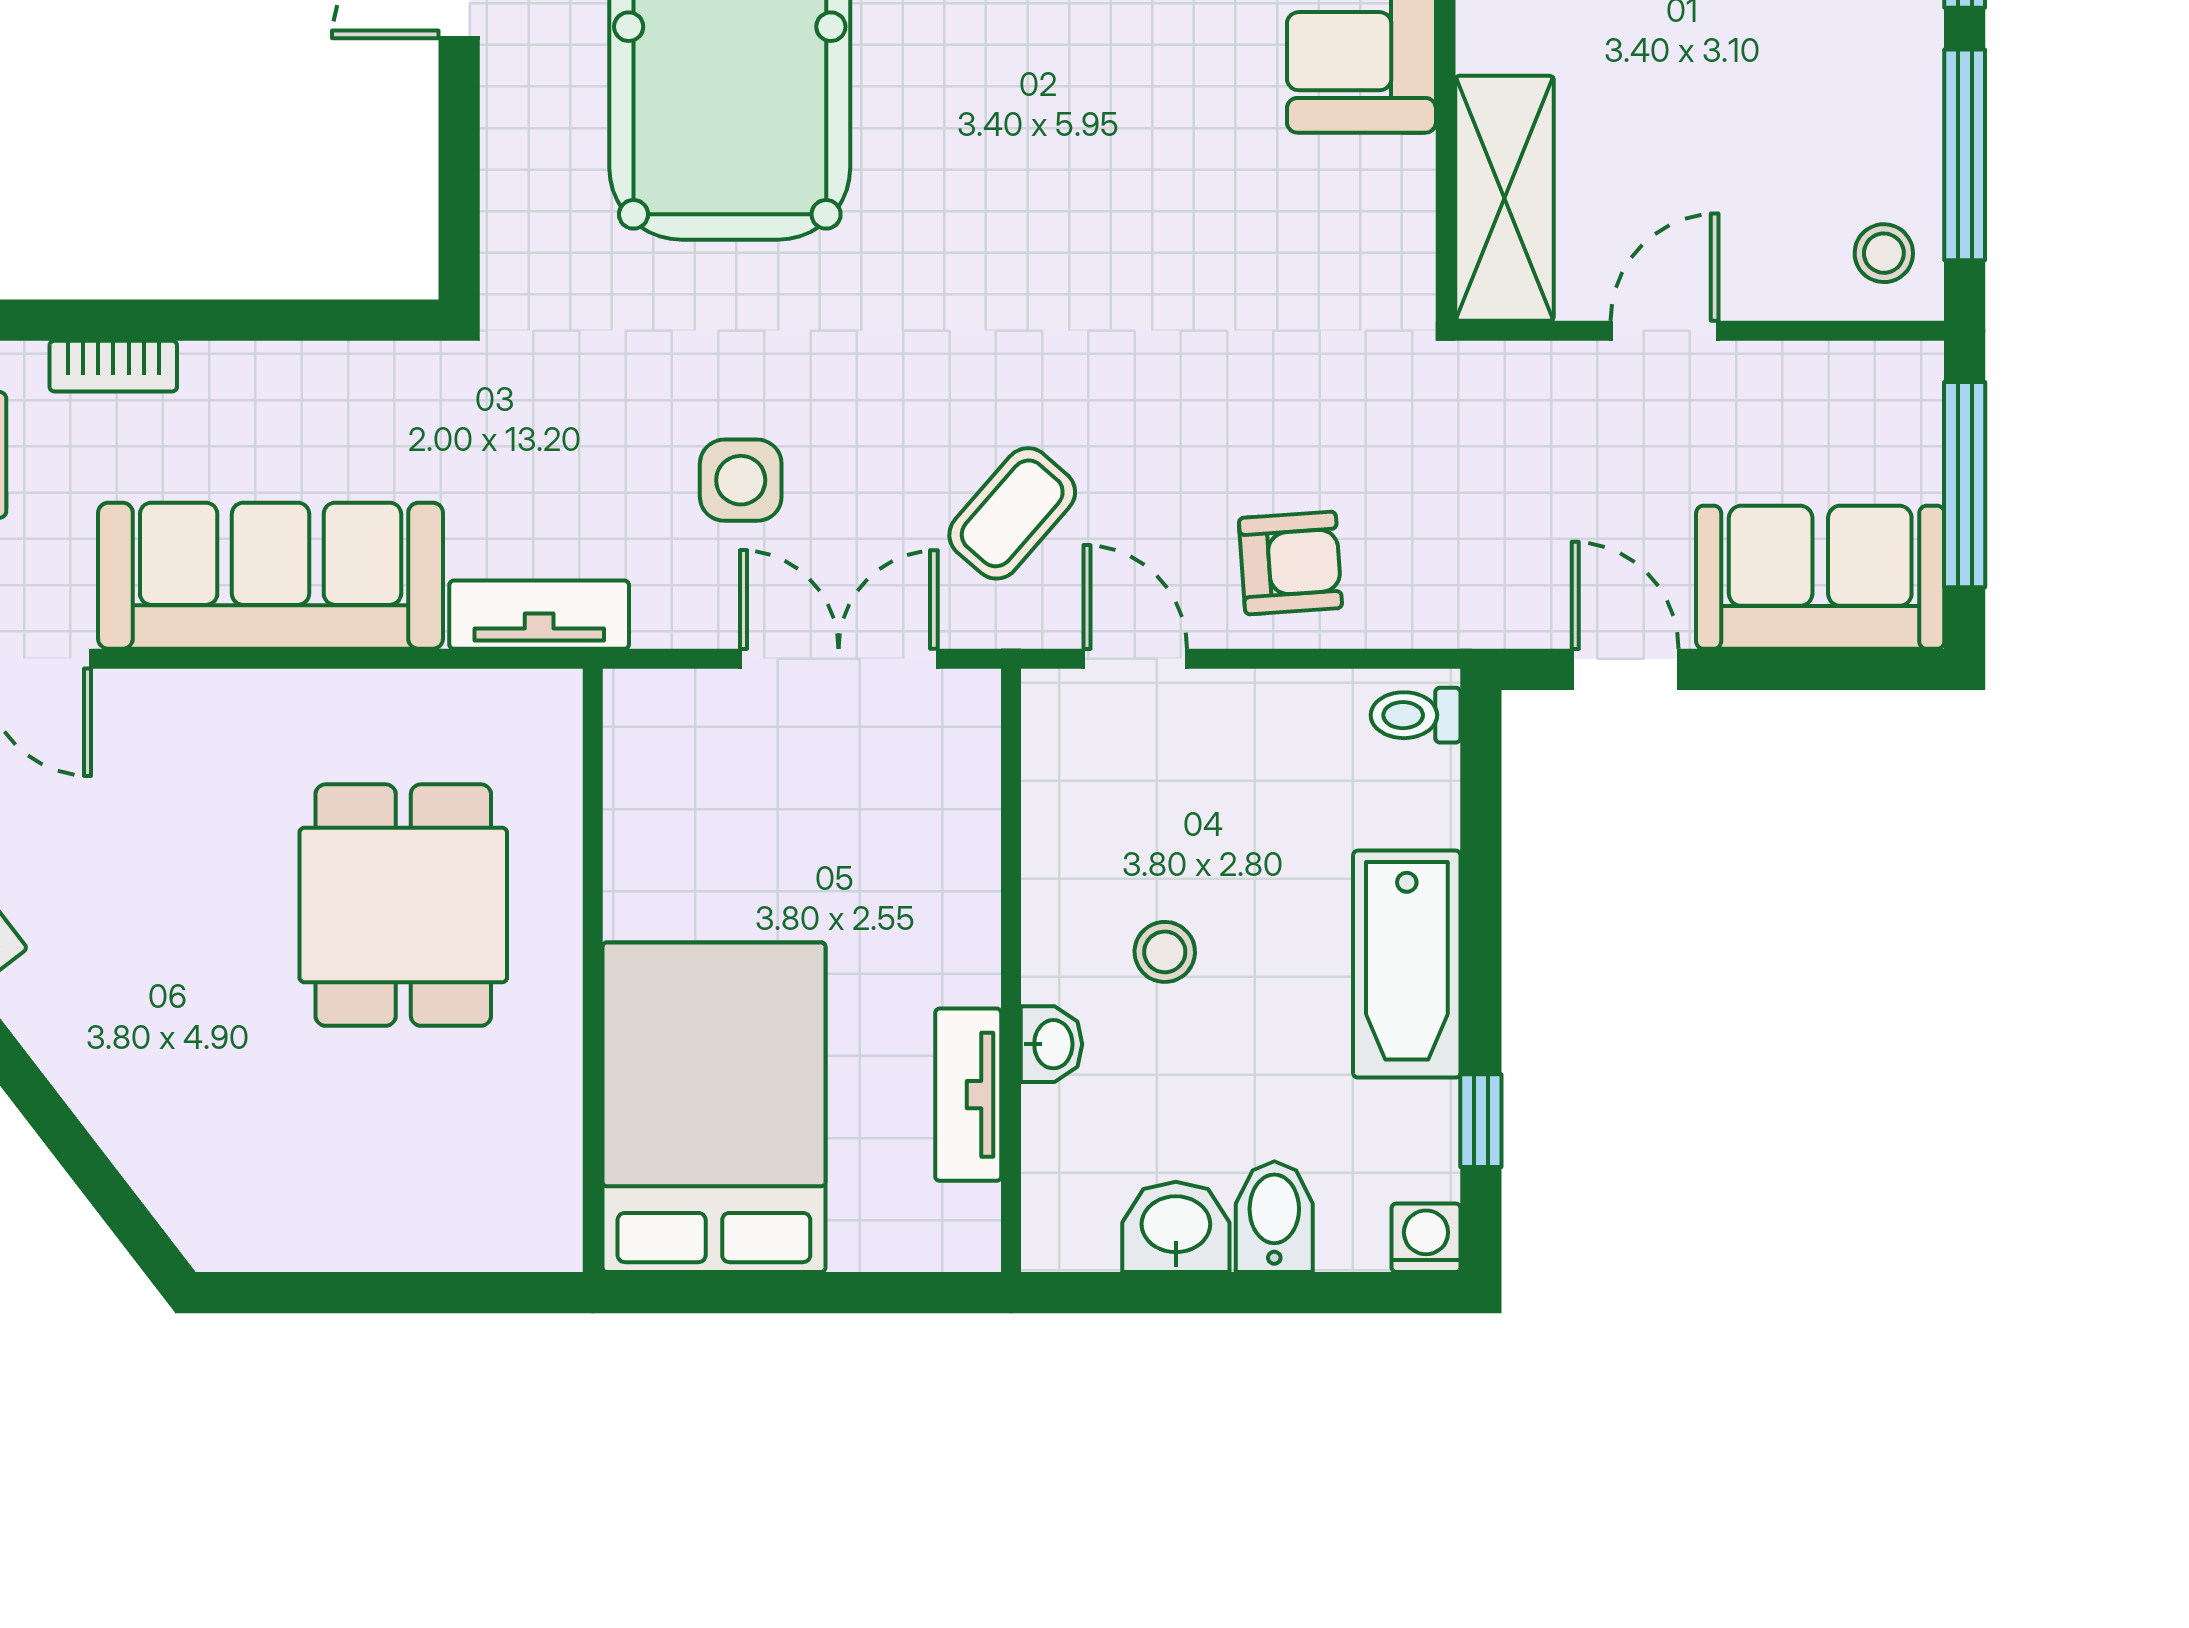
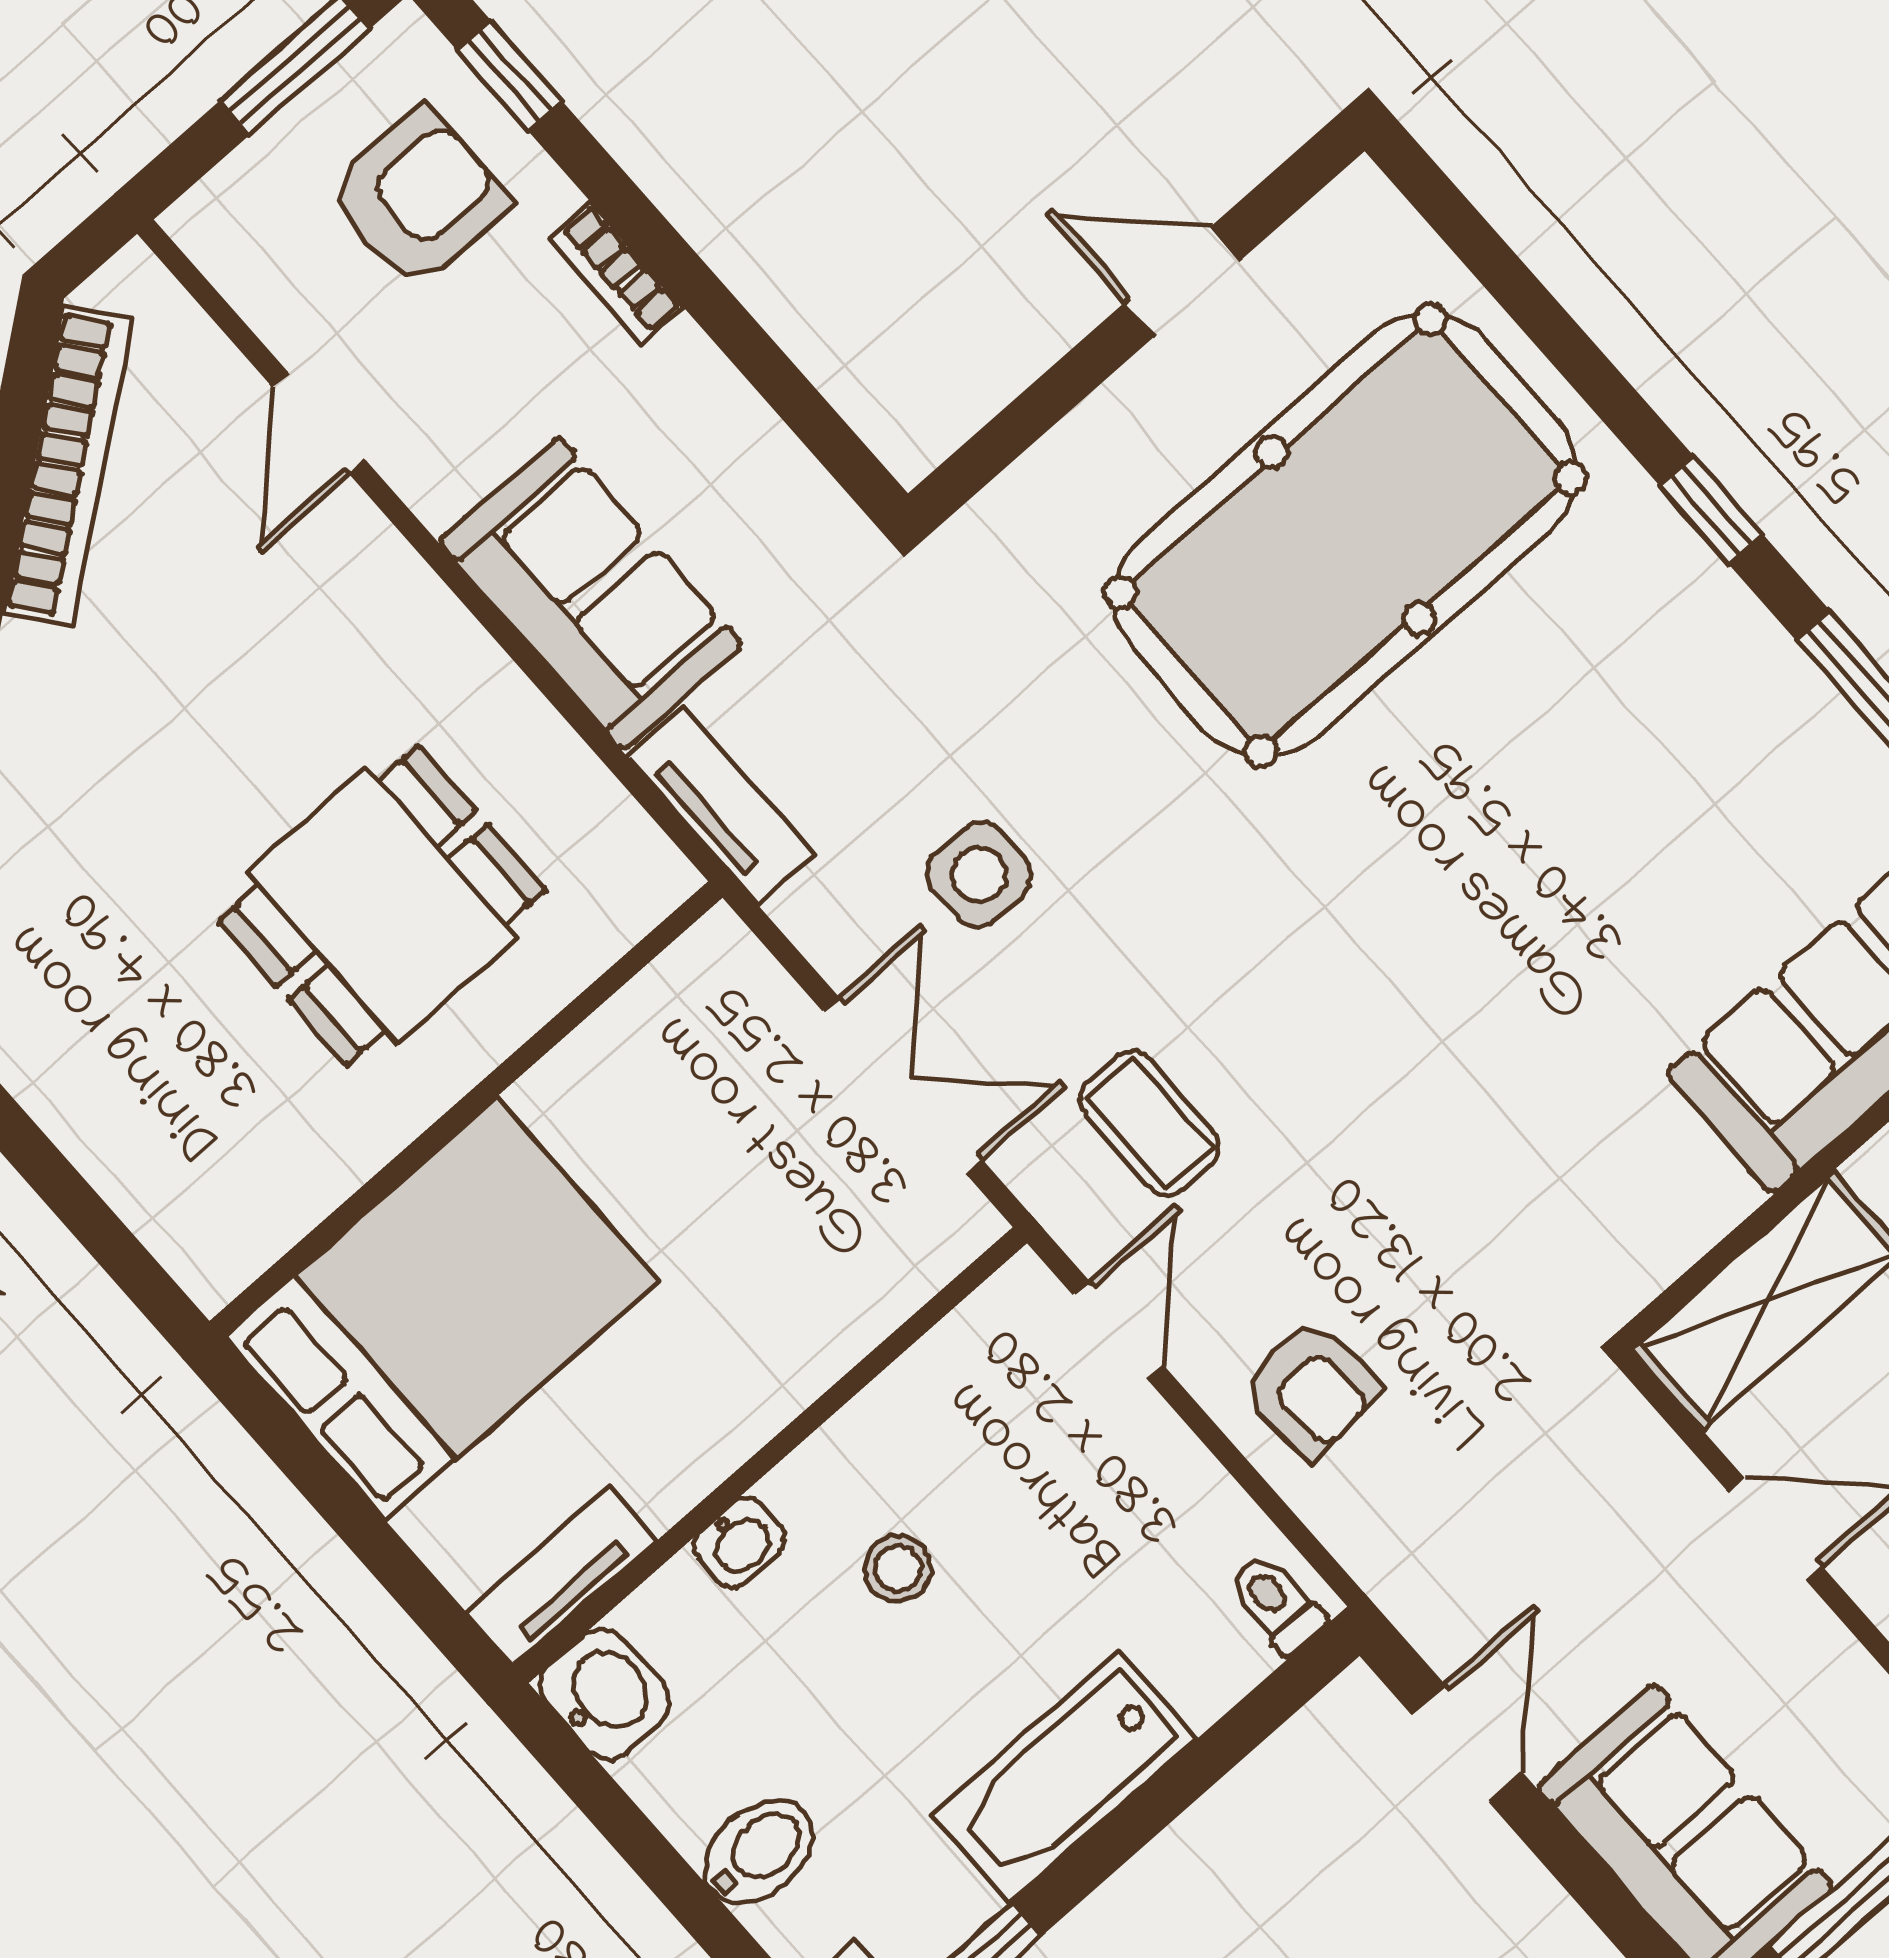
coffee table: (1012, 513) -> (1149, 1123), turned 49
sofa: (271, 576) -> (591, 593), width x0.73
tv unit: (968, 1095) -> (562, 1577), moved
washbasin: (1176, 1227) -> (605, 1694), moved

